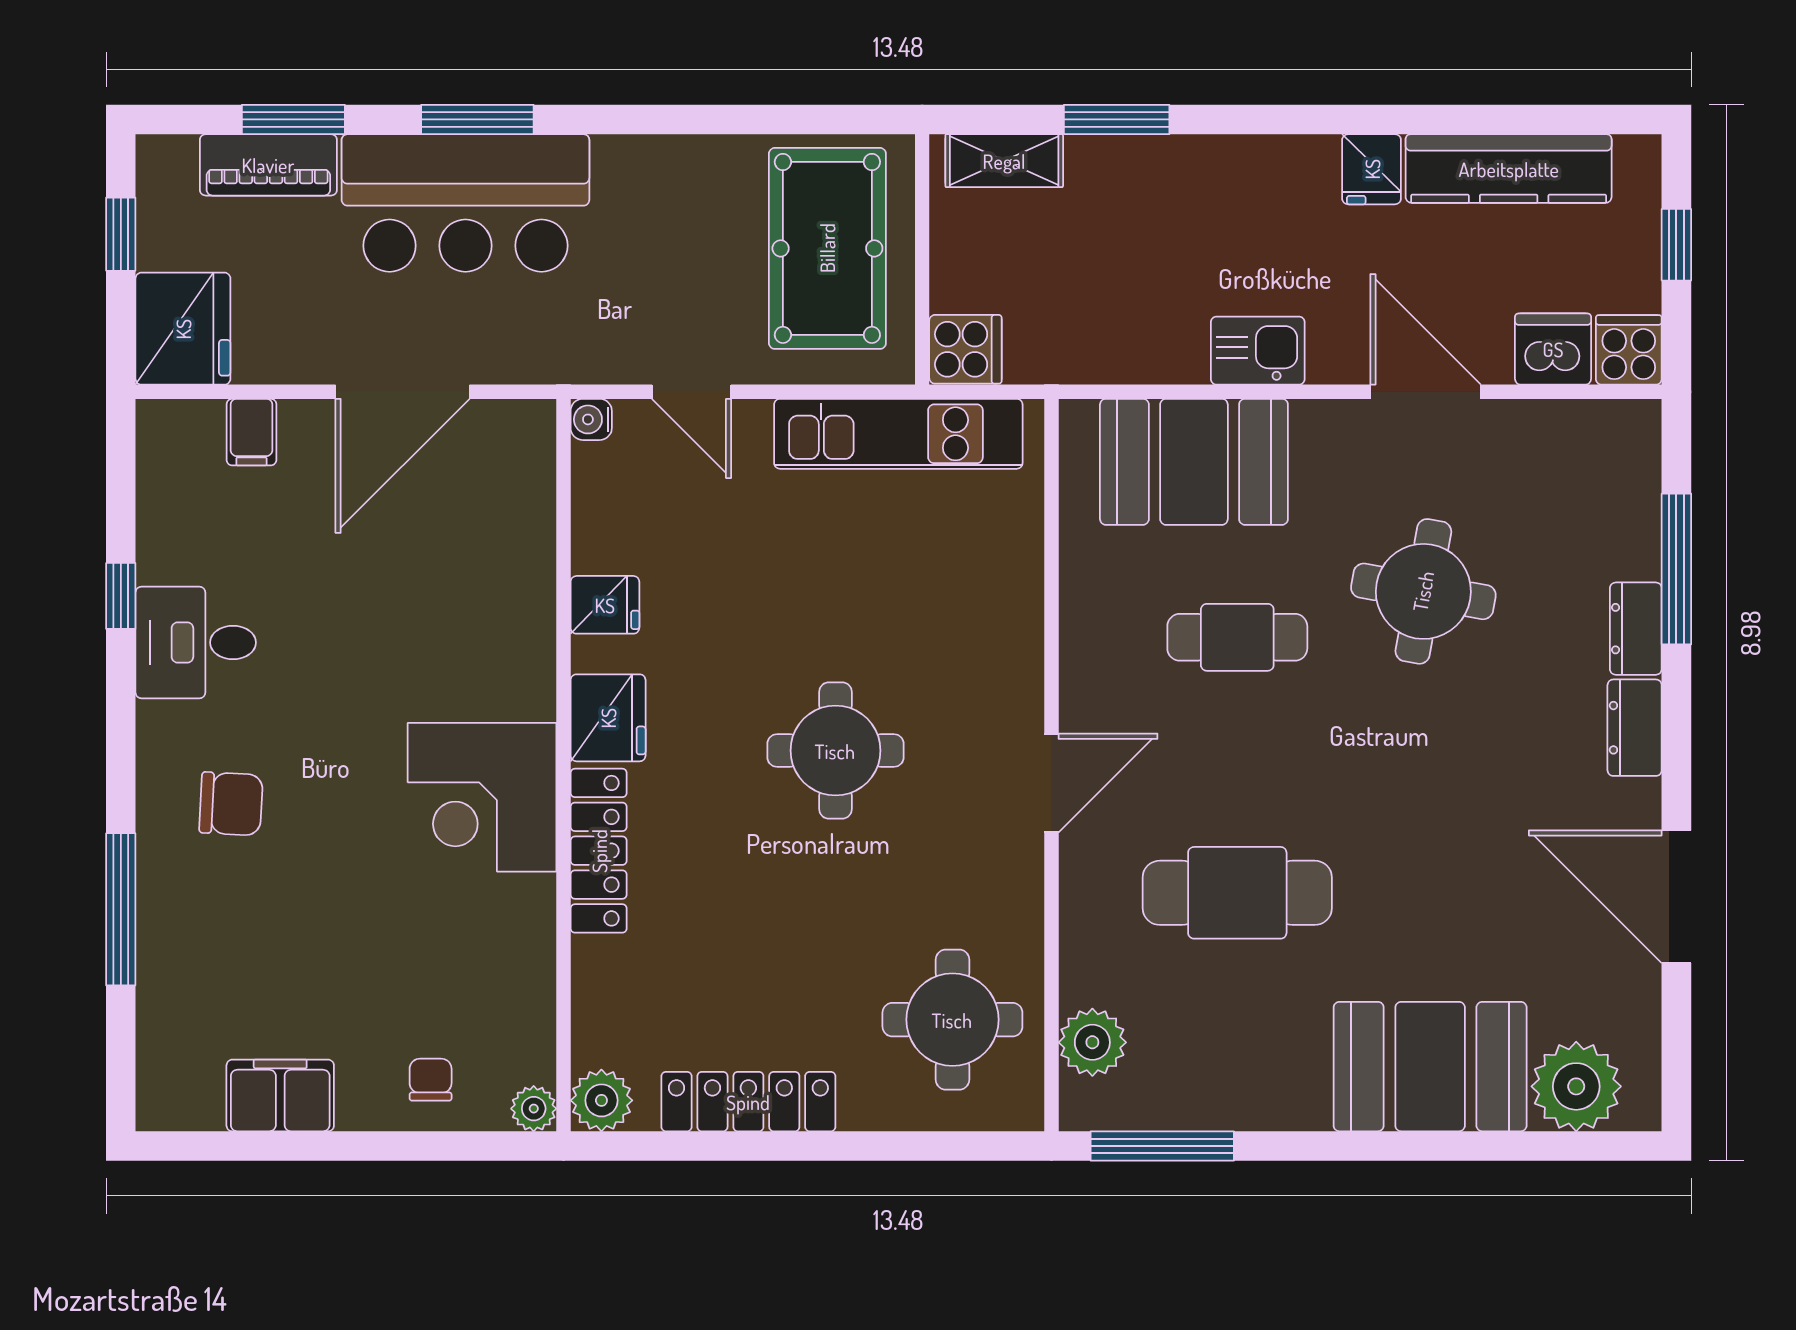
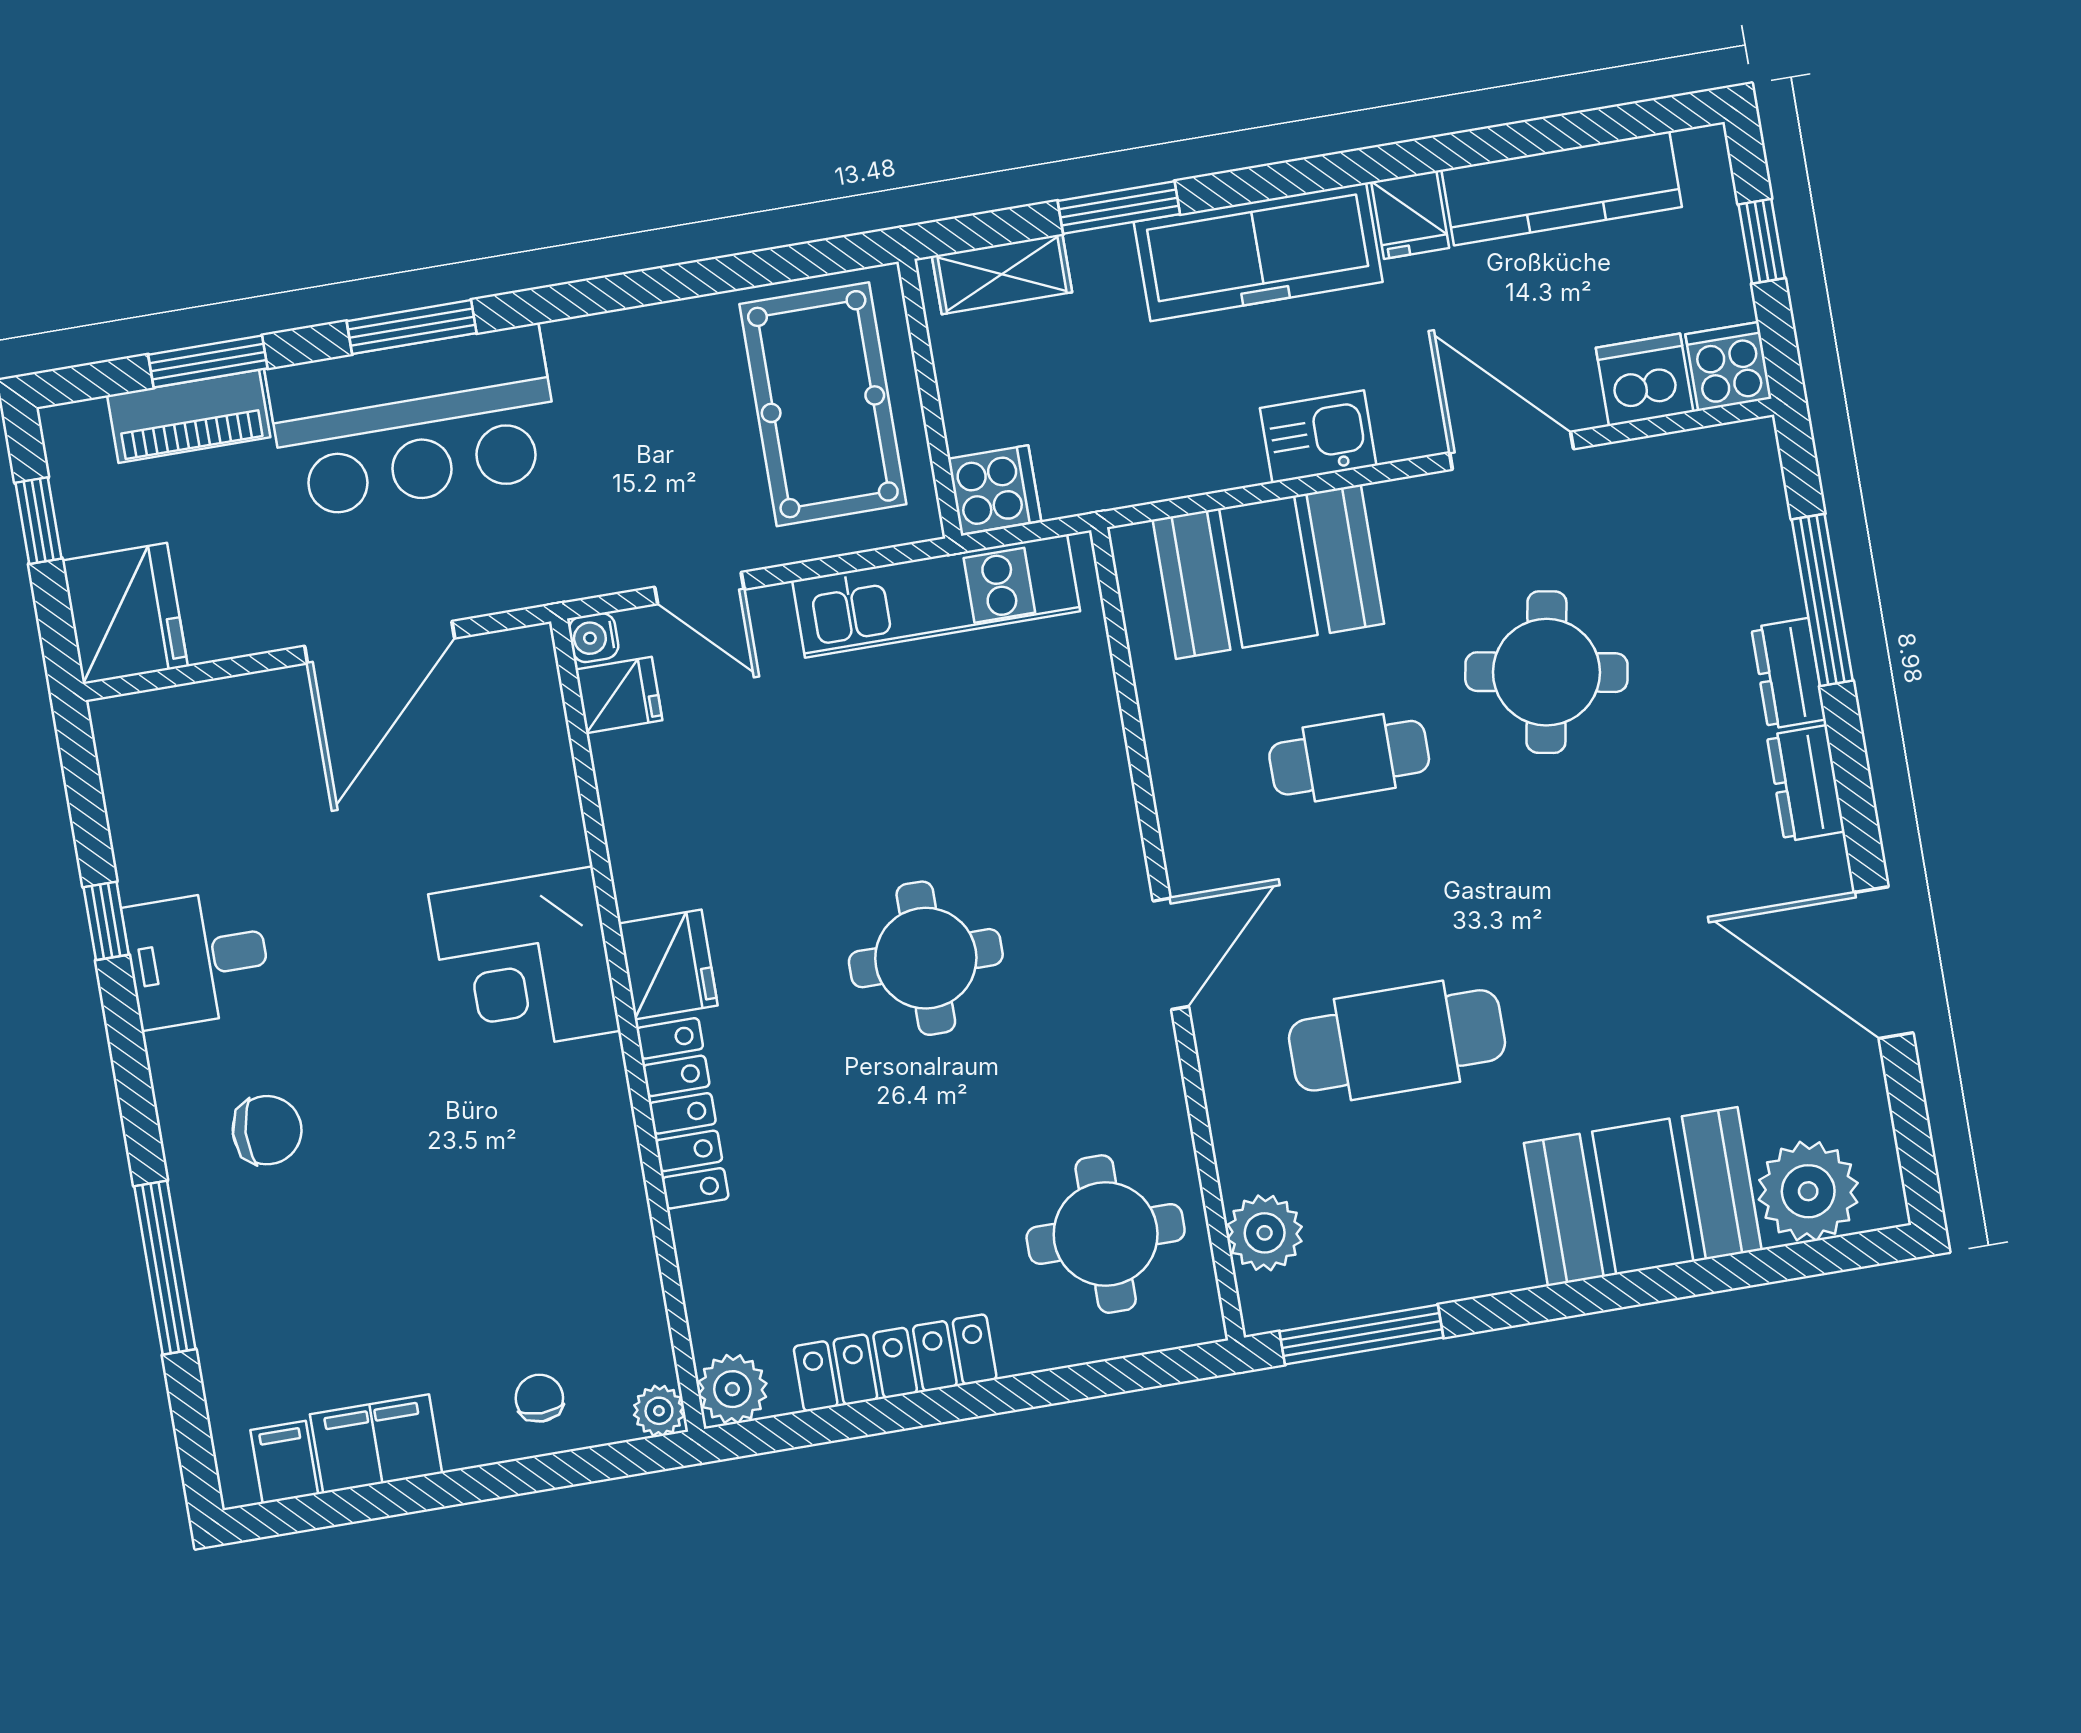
freezer: (1233, 179) -> (1258, 252), added
filing cabinet: (251, 432) -> (284, 1462), moved, turned 180
fridge: (605, 605) -> (619, 695), moved
corner desk: (482, 797) -> (524, 962), moved

